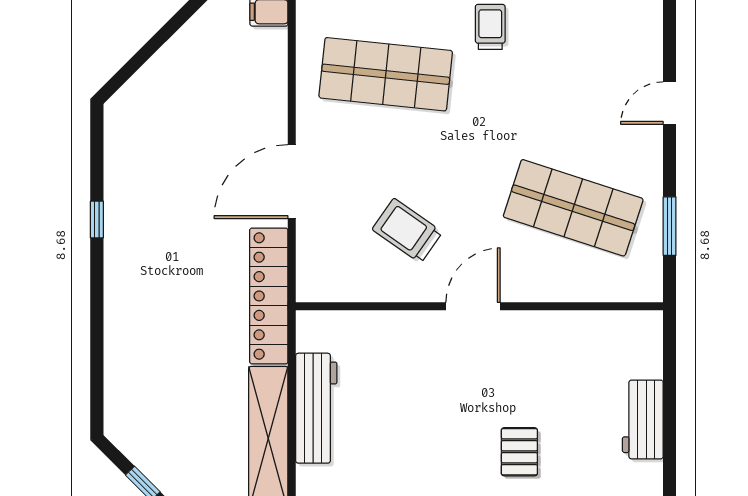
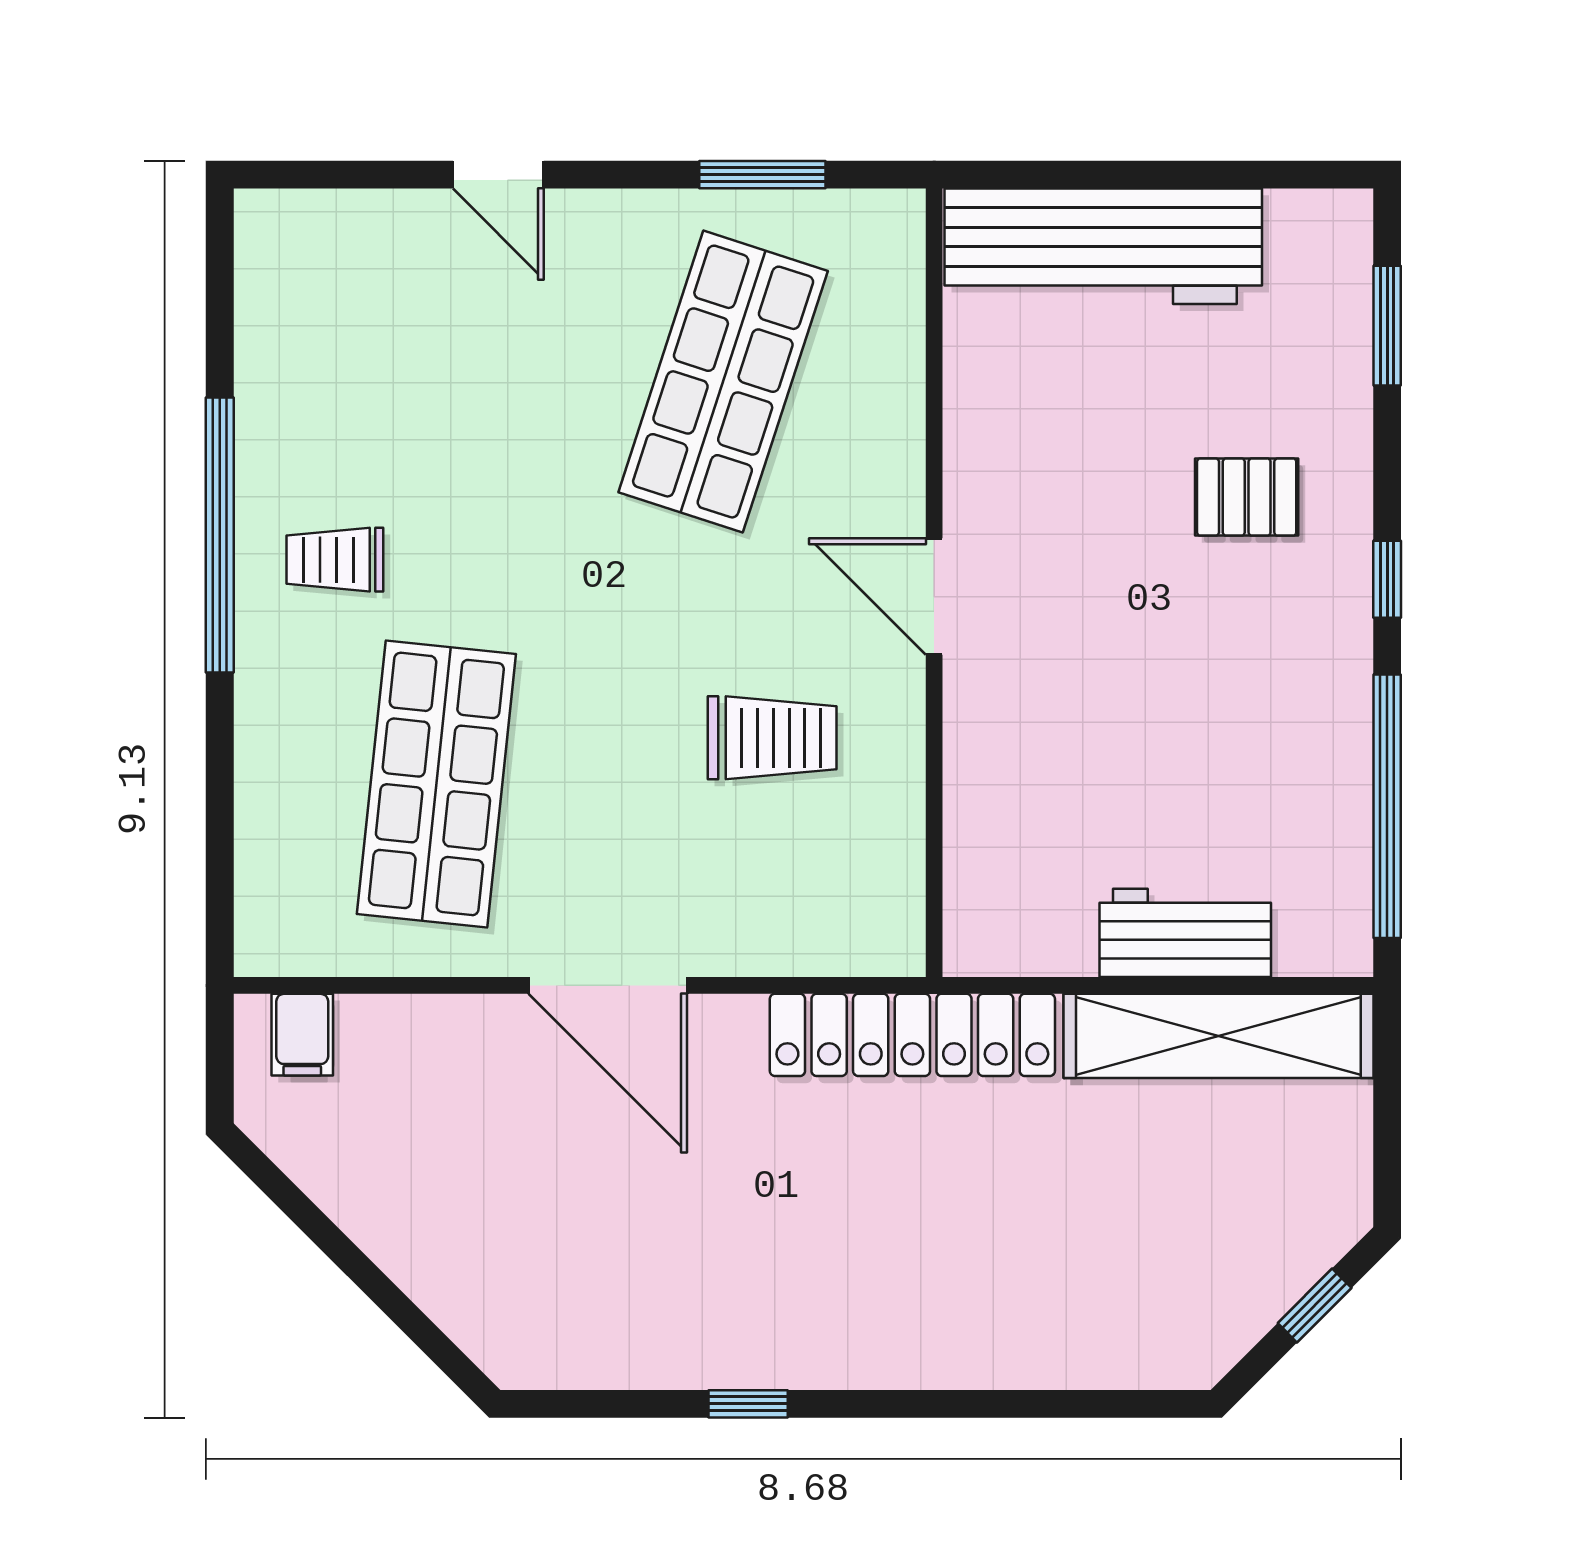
door: (292, 182) -> (608, 985), moved
trolley: (407, 231) -> (772, 738), turned -125
workbench: (316, 408) -> (1185, 933), width x0.73
workbench: (643, 419) -> (1103, 246), width x1.88, depth x1.32

